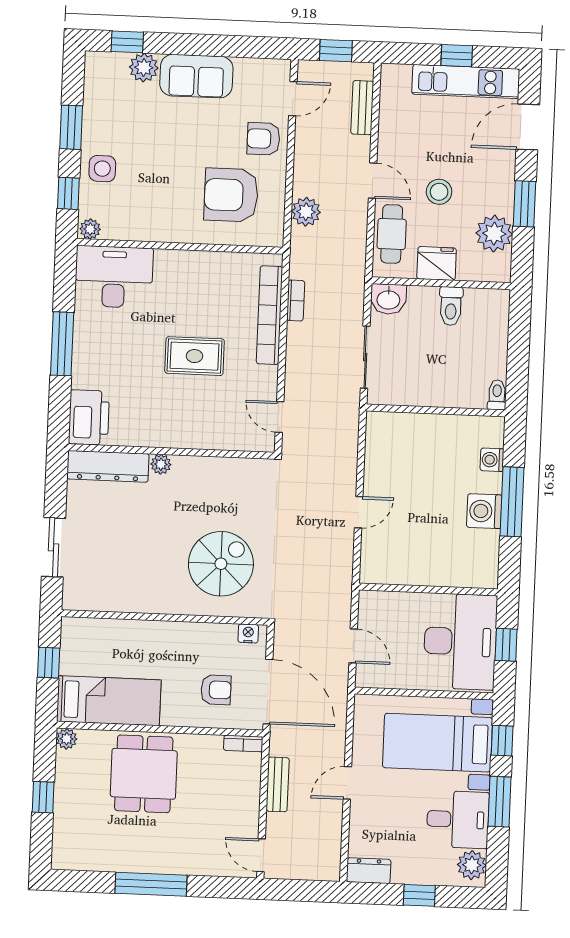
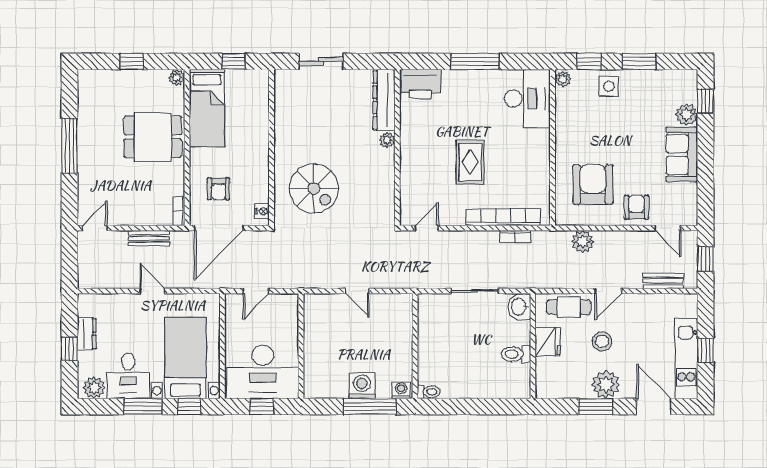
plant: (494, 234) -> (606, 385), moved
toilet: (497, 395) -> (429, 392), moved
wall: (436, 410) -> (415, 346), moved
dresser: (369, 871) -> (87, 334), moved

